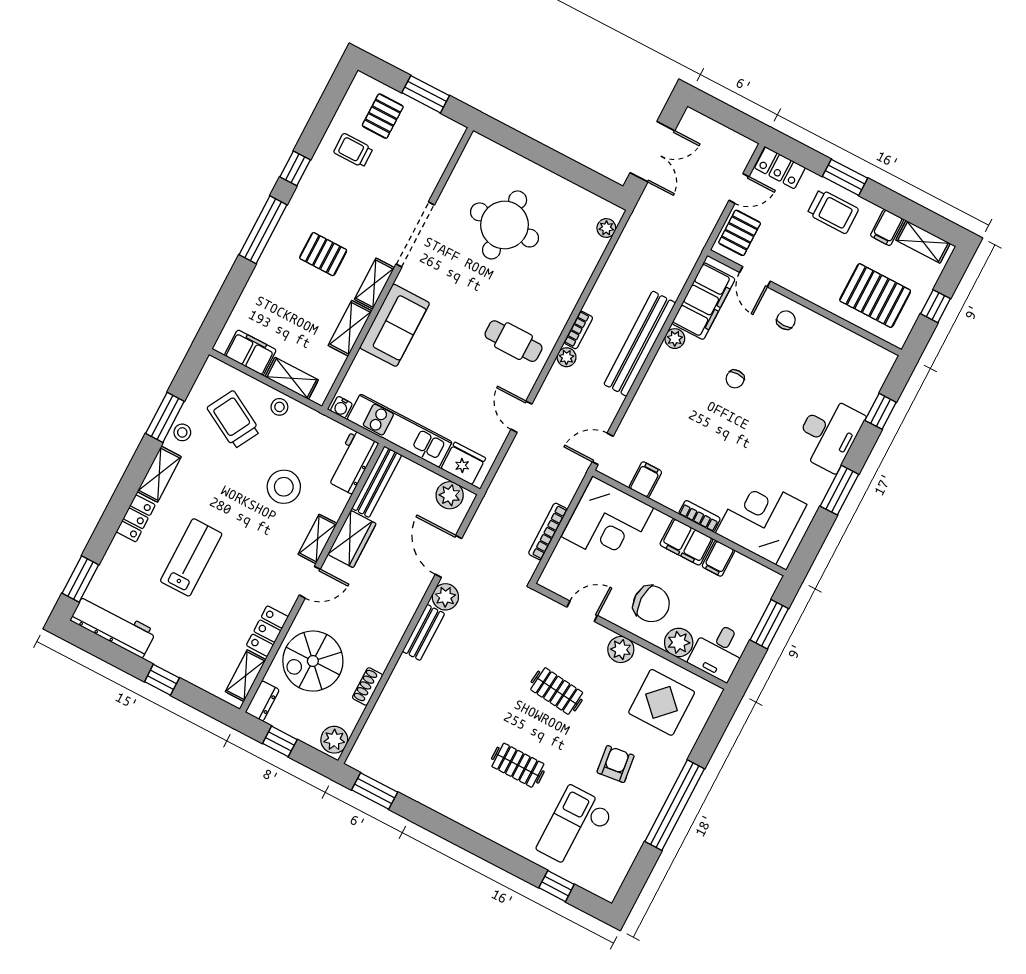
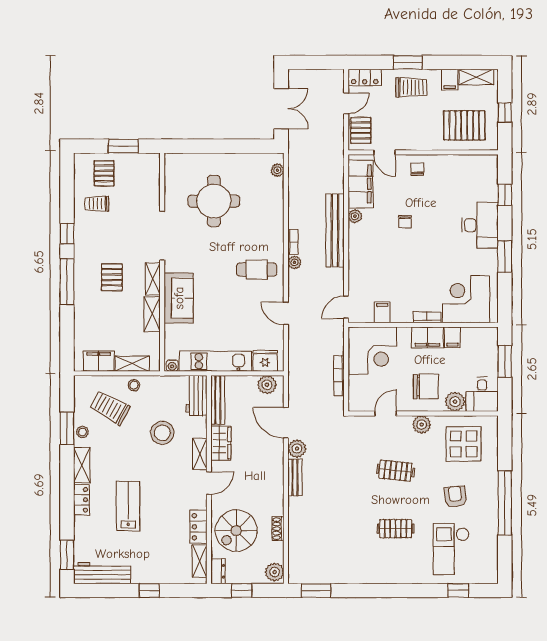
pallet: (323, 254) -> (112, 277), turned 90

